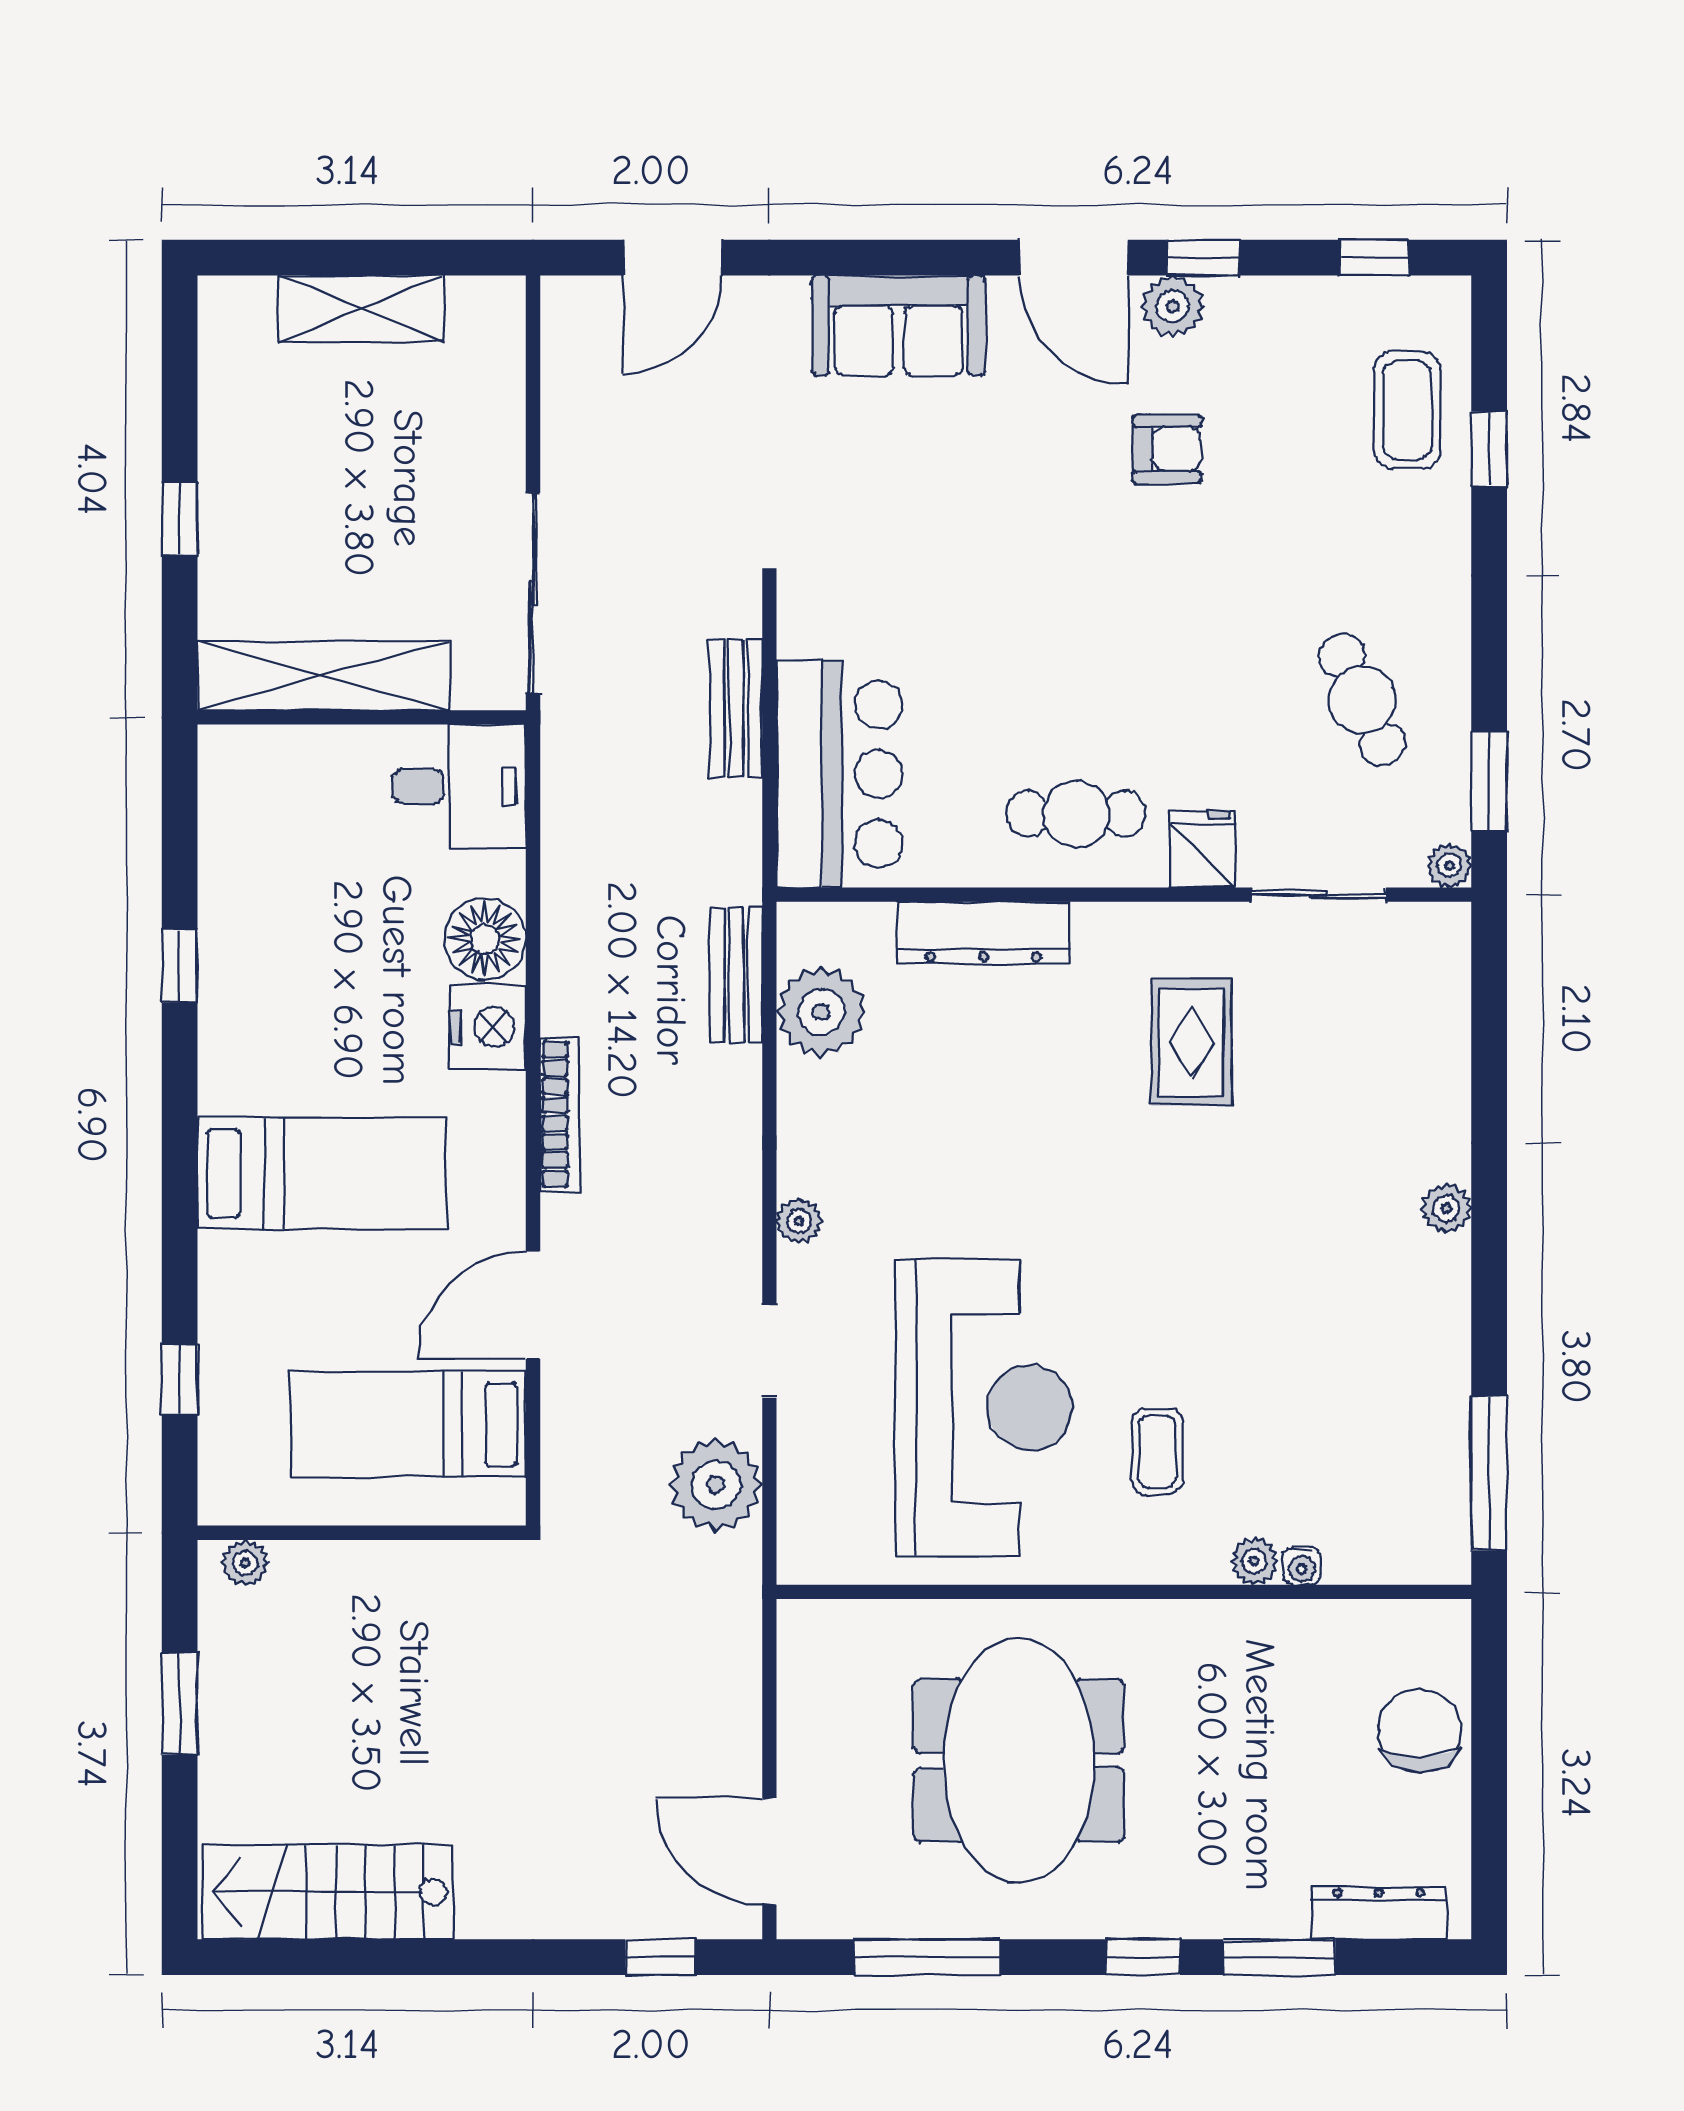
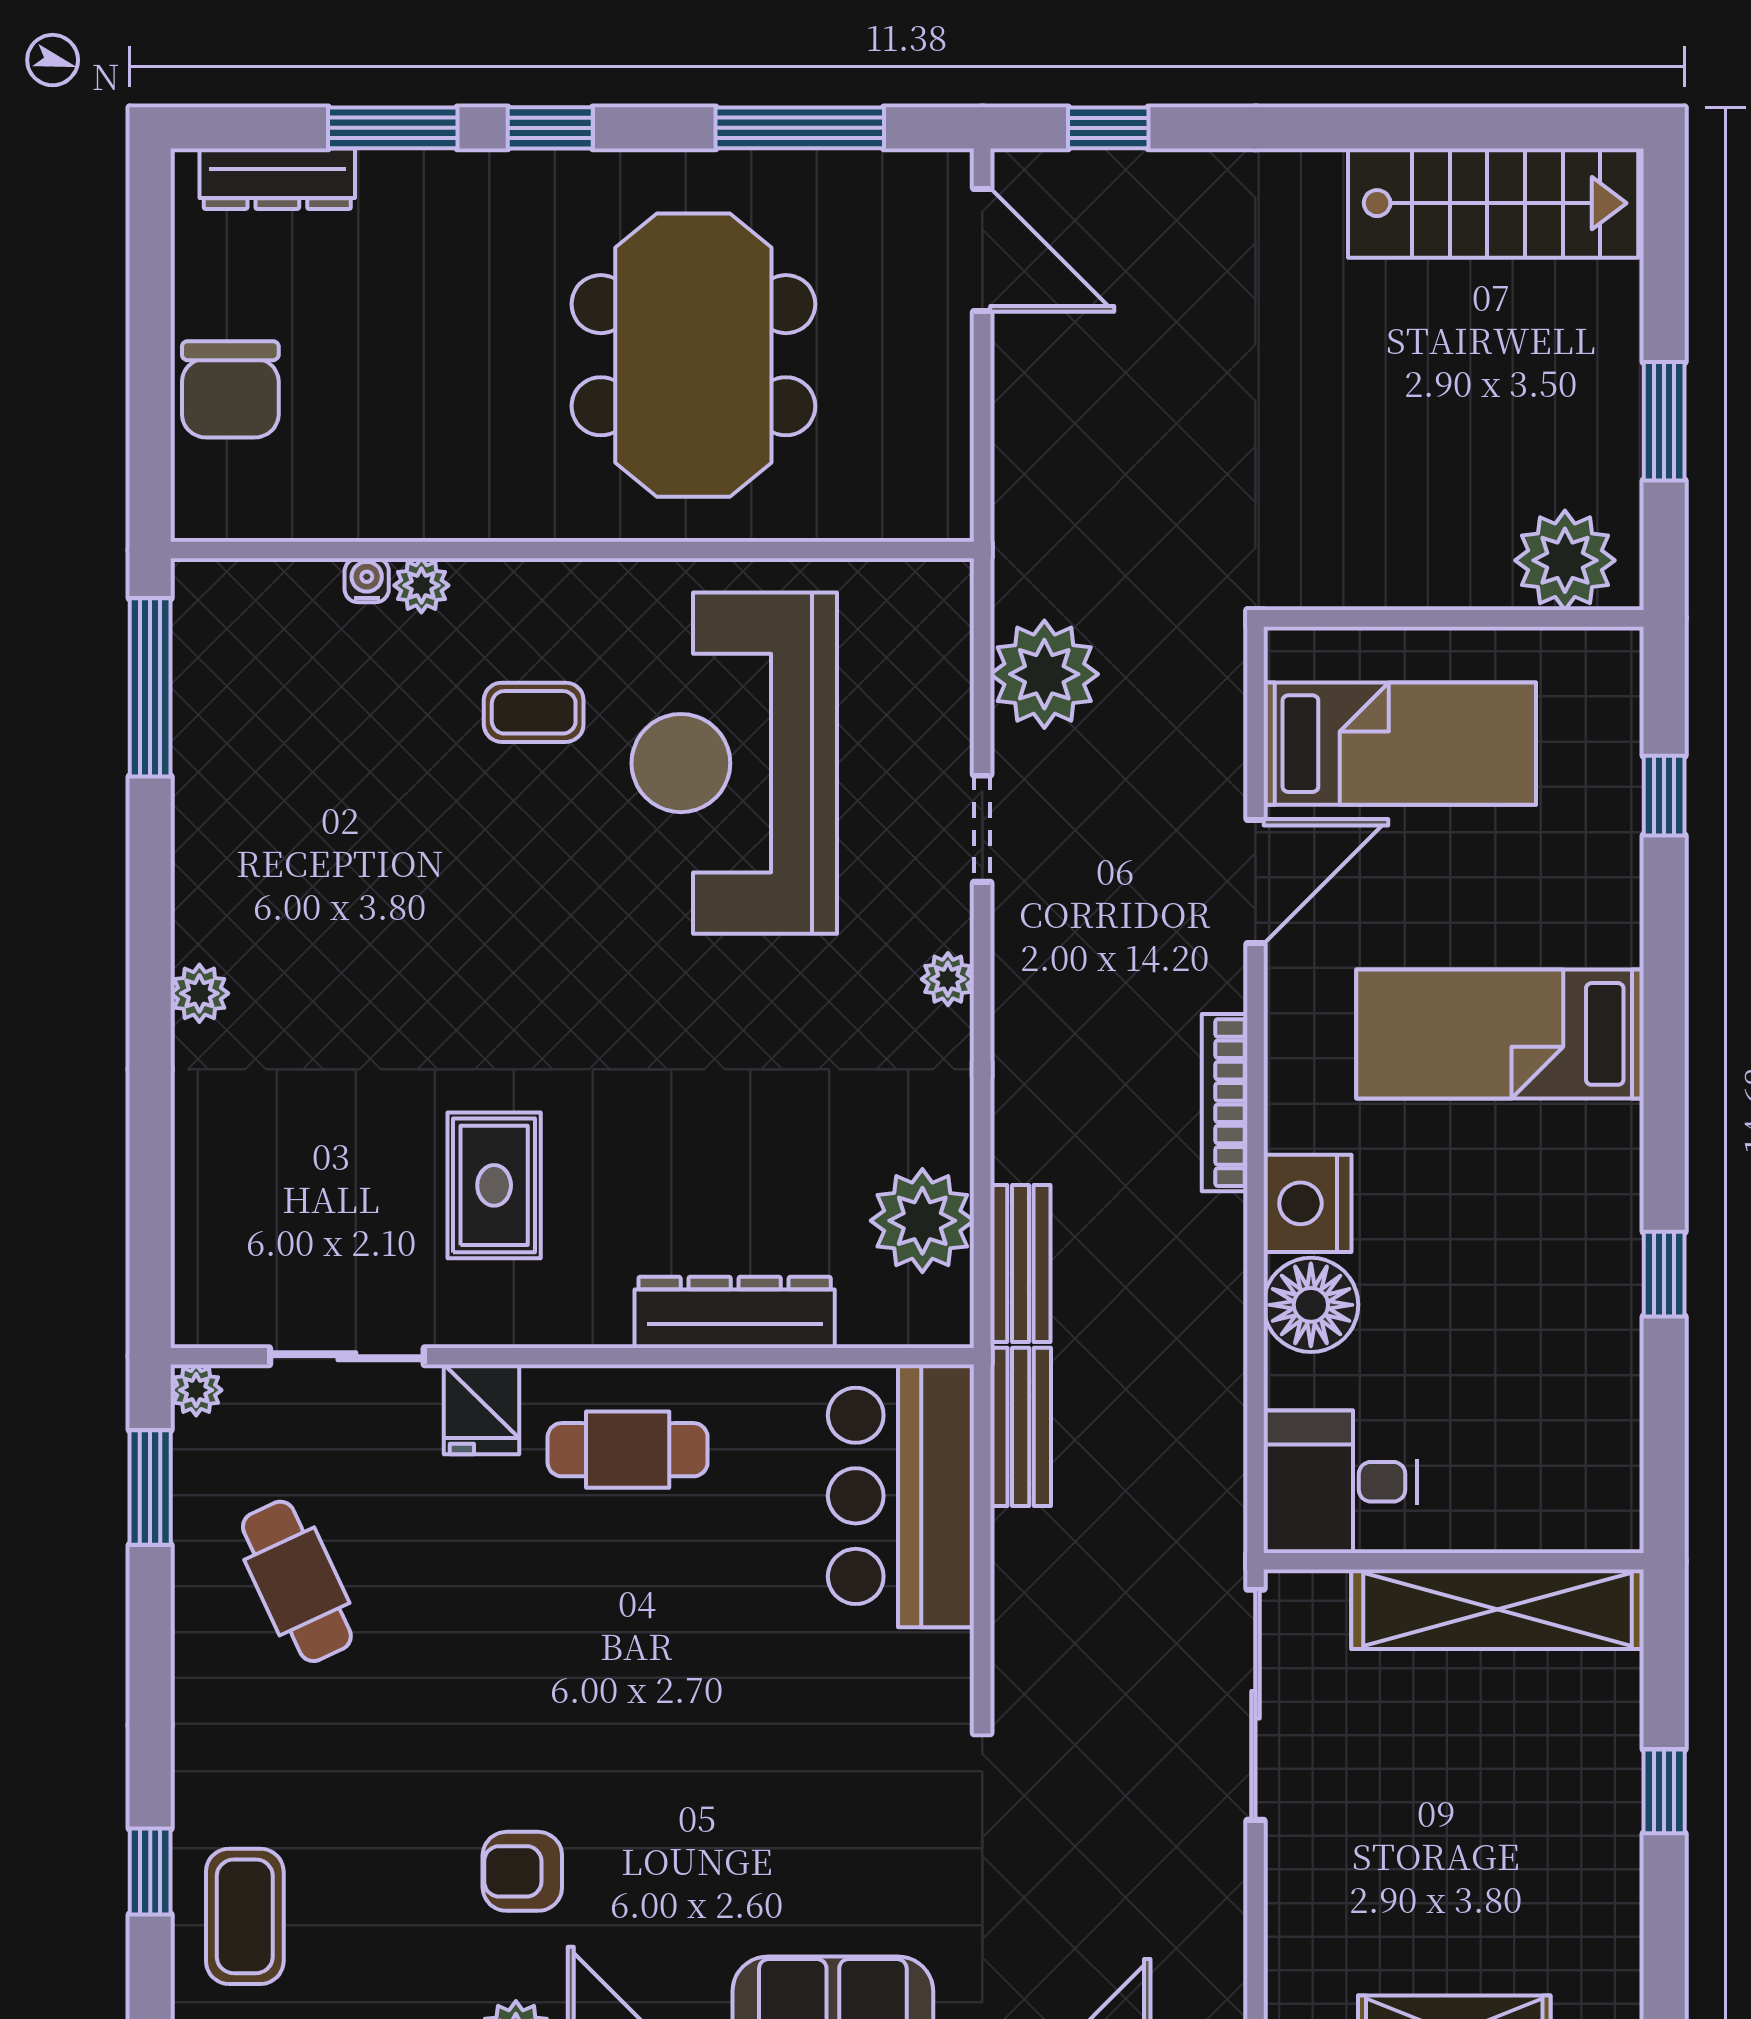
bench: (736, 709) -> (1021, 1427), moved
coffee table: (1157, 1452) -> (534, 712), turned 90
plant: (245, 1563) -> (1565, 560), width x1.88, depth x1.88

